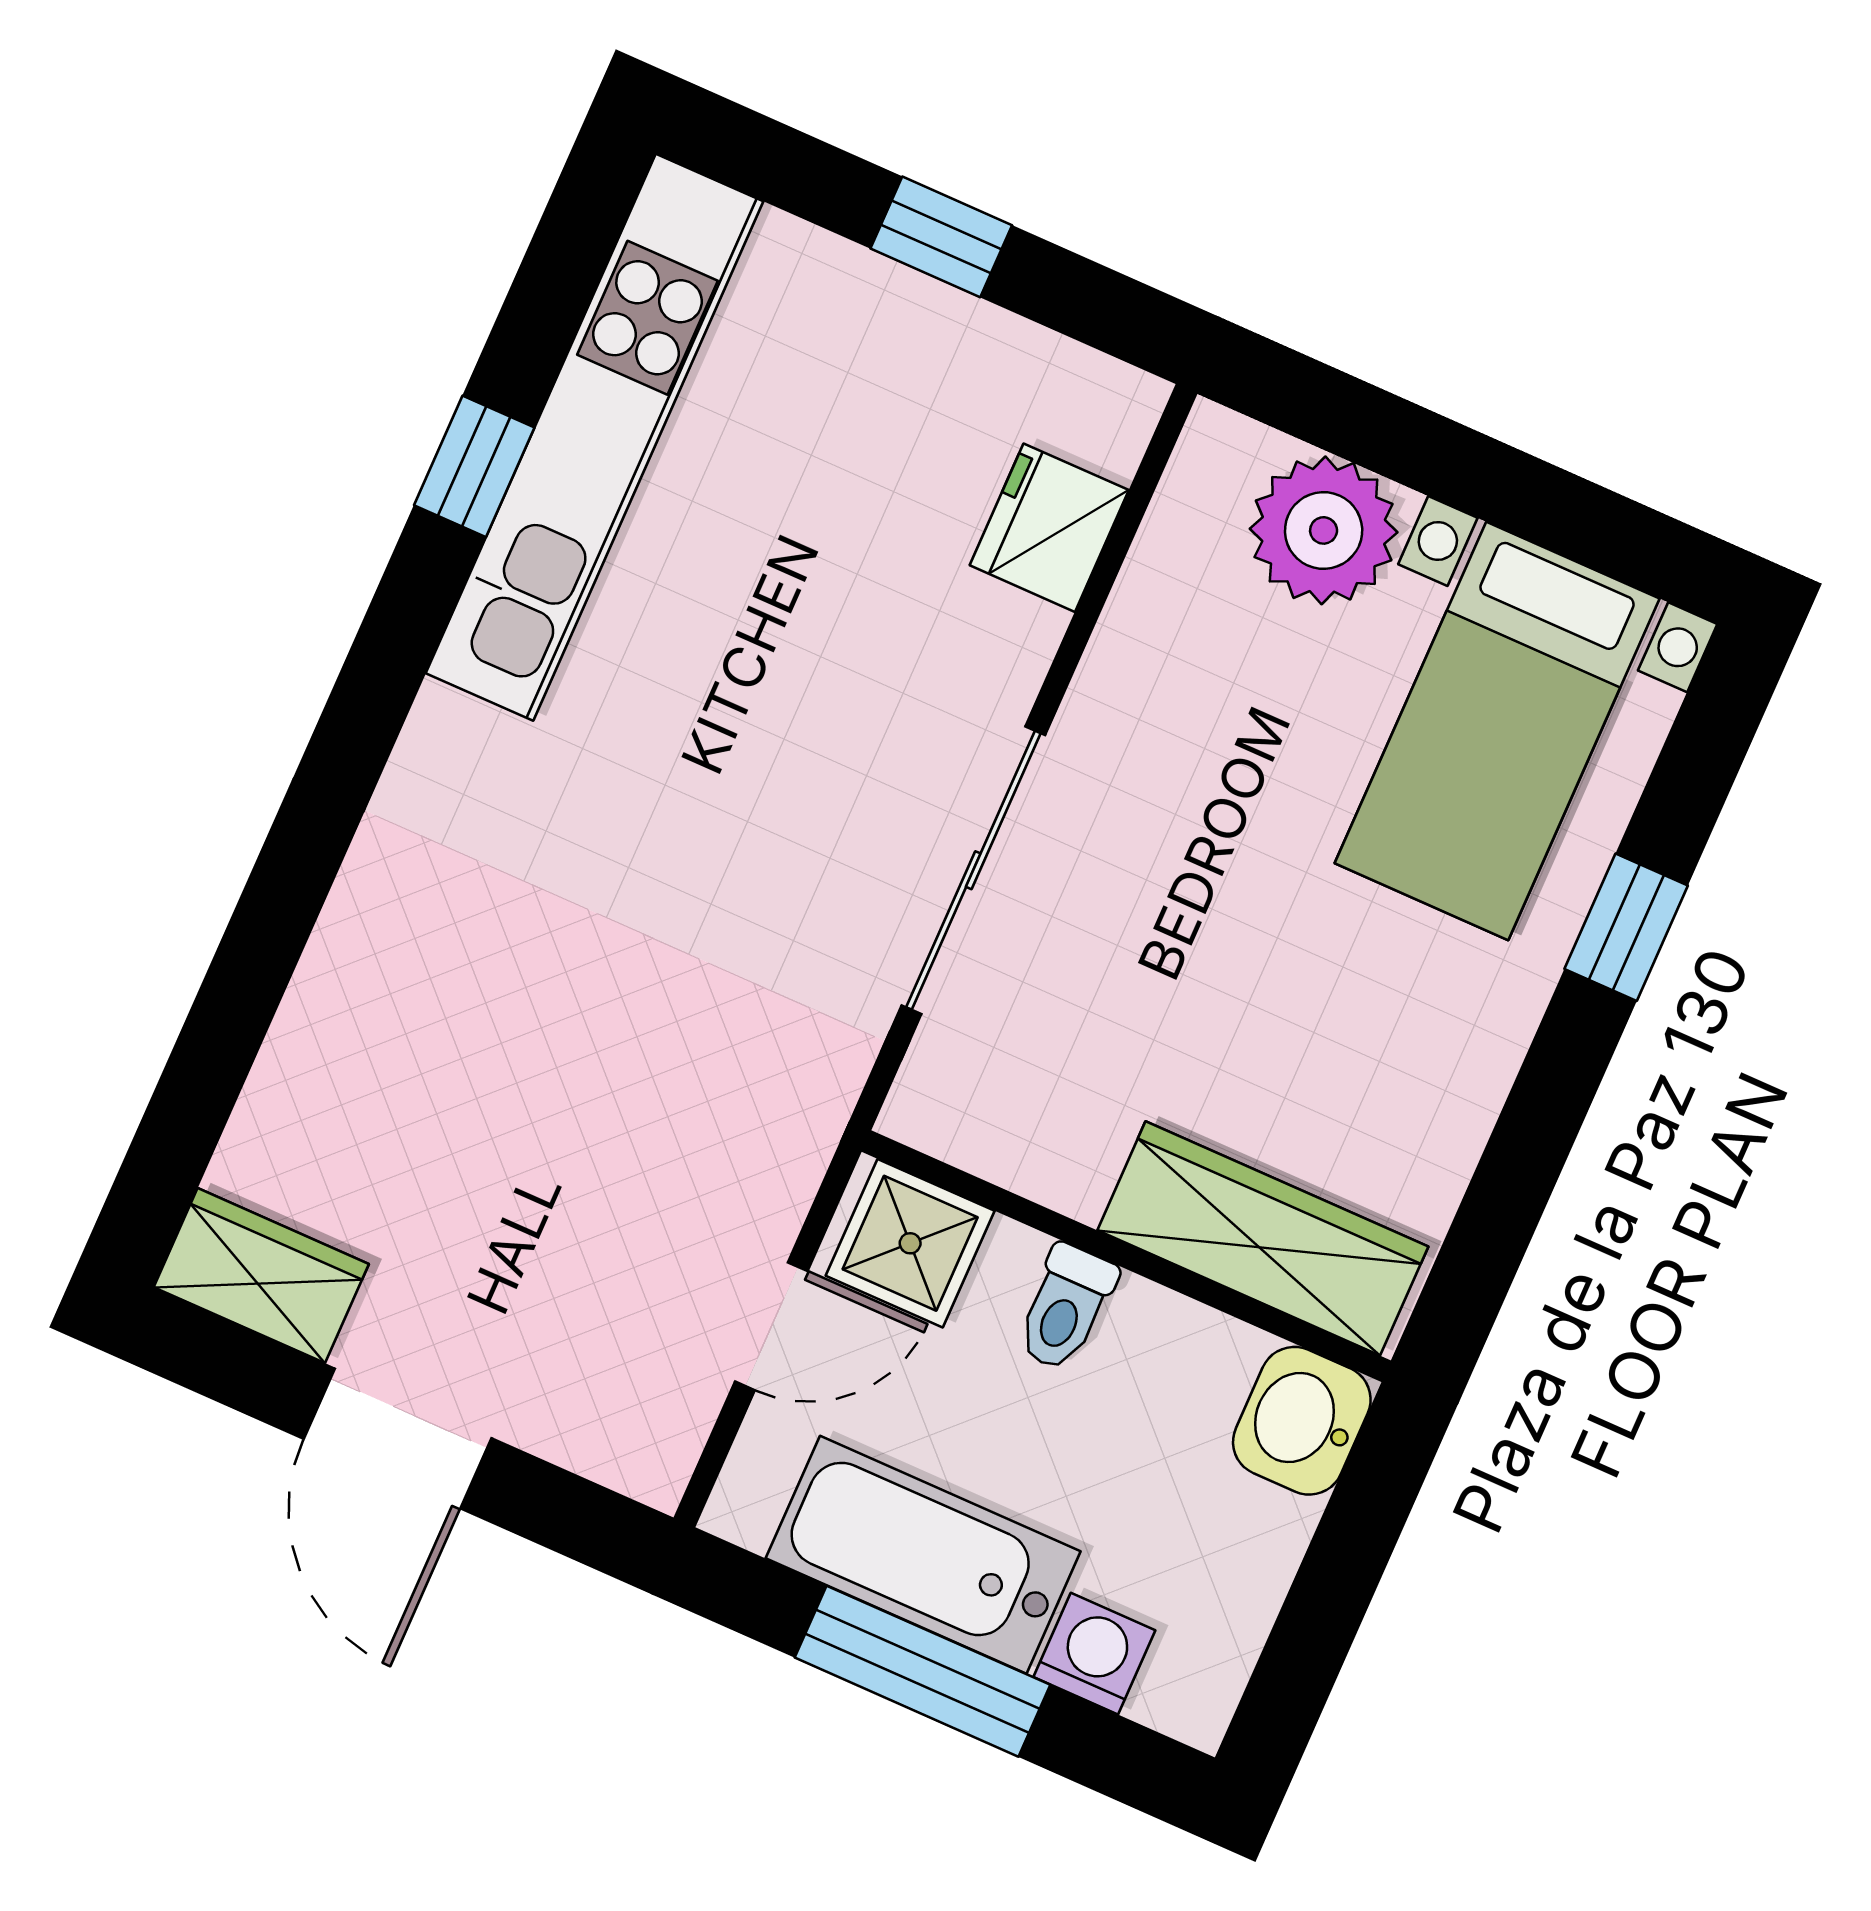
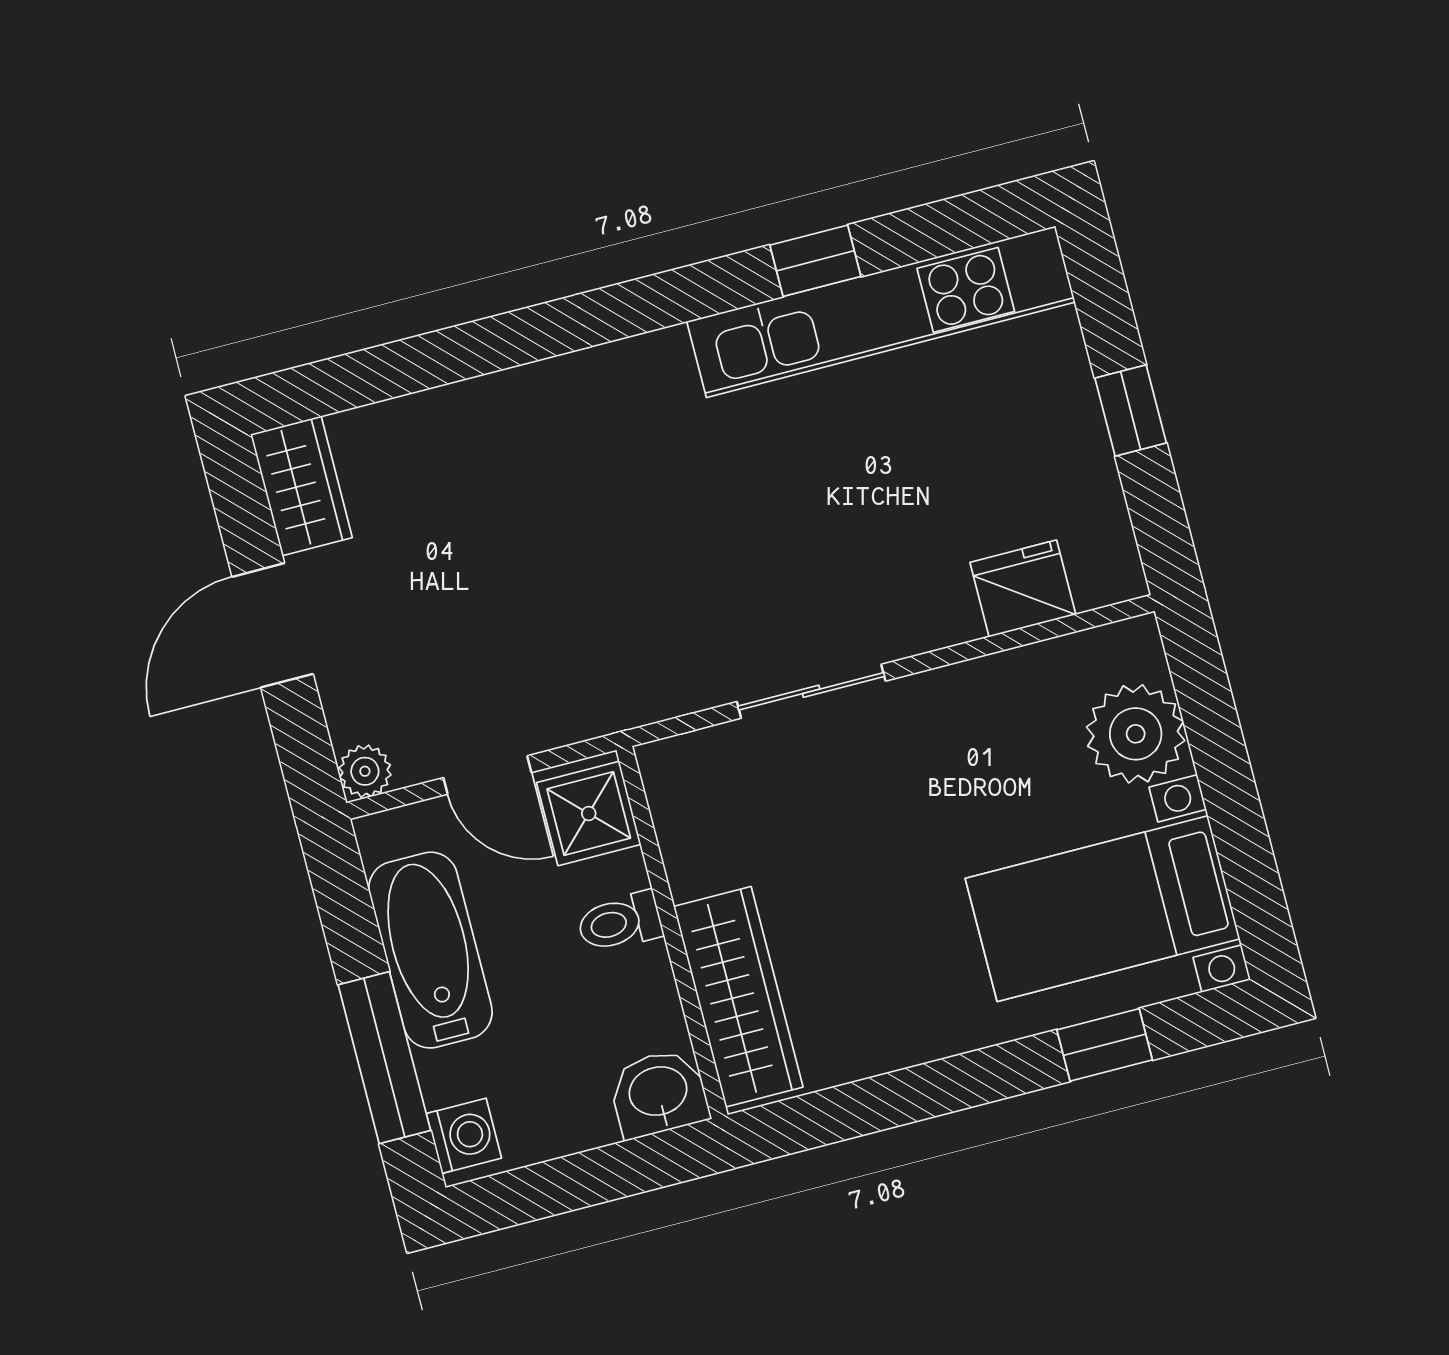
sliding door: (973, 870) -> (811, 691), width x0.73
window: (1626, 927) -> (1105, 1045), moved
plant: (653, 1466) -> (365, 771), added
washing machine: (1094, 1654) -> (464, 1136), moved
window: (922, 1671) -> (384, 1058), moved

